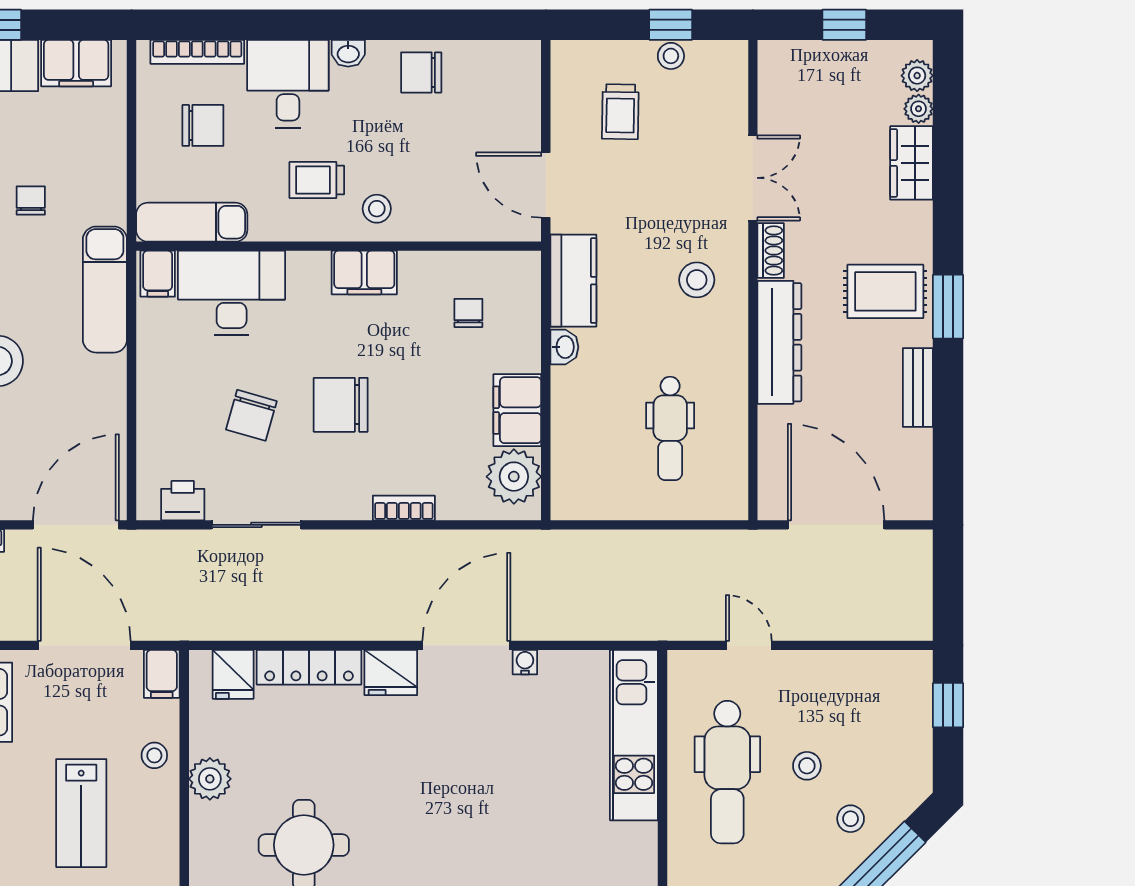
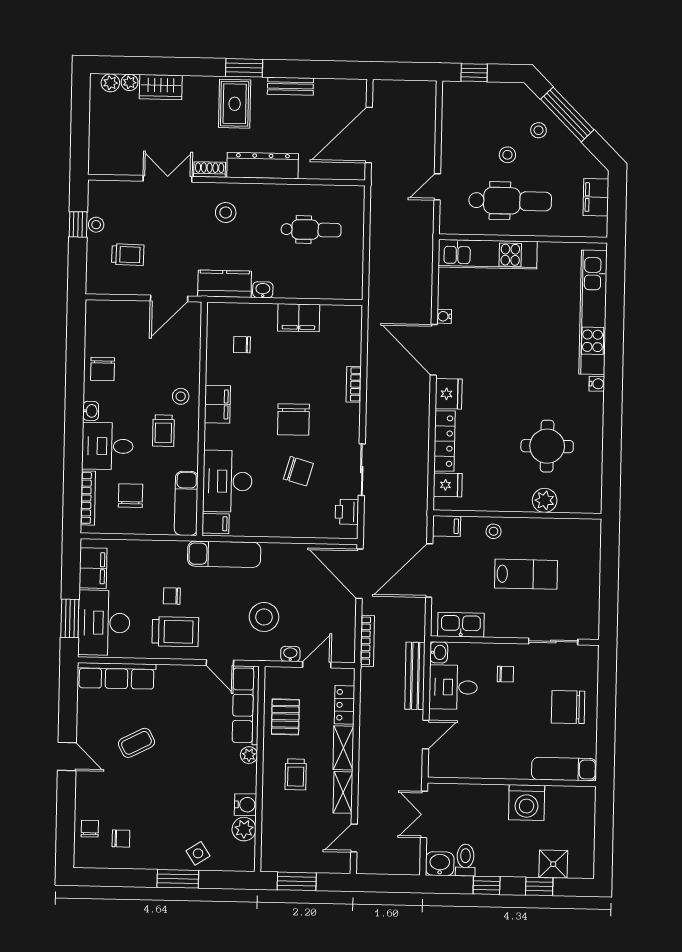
window: (844, 25) -> (80, 124), removed
plant: (514, 477) -> (337, 320), removed
plant: (210, 779) -> (545, 500), moved

